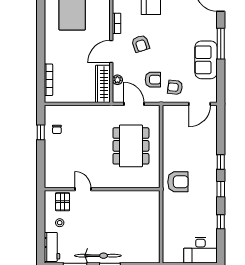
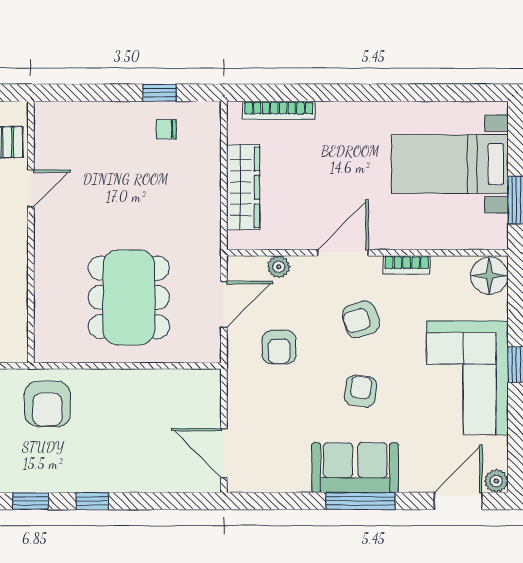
door: (111, 52) -> (343, 253), hinge flipped
sofa: (206, 60) -> (355, 468), moved
wardrobe: (103, 84) -> (243, 187), moved, turned 90
armchair: (175, 87) -> (361, 391), moved
dining table: (131, 146) -> (129, 297), turned 90

